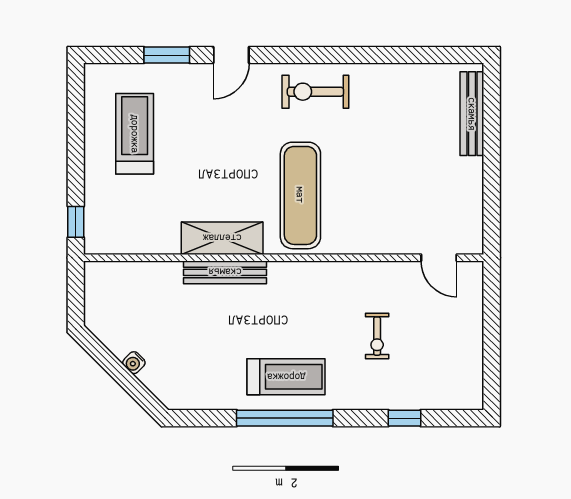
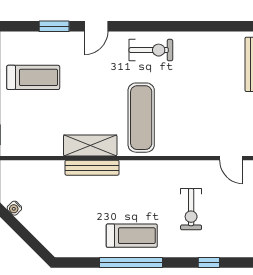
exercise bike: (315, 92) -> (151, 50), turned 180
treadmill: (135, 134) -> (33, 77), turned 90
exercise bike: (377, 336) -> (191, 209), width x1.38, depth x1.39
water cooler: (134, 363) -> (14, 208), moved

